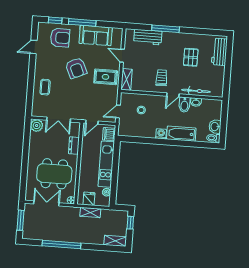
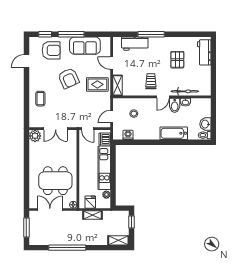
door: (92, 122) -> (88, 129), hinge flipped
washing machine: (161, 134) -> (128, 135), moved
dresser: (74, 146) -> (72, 152), removed

